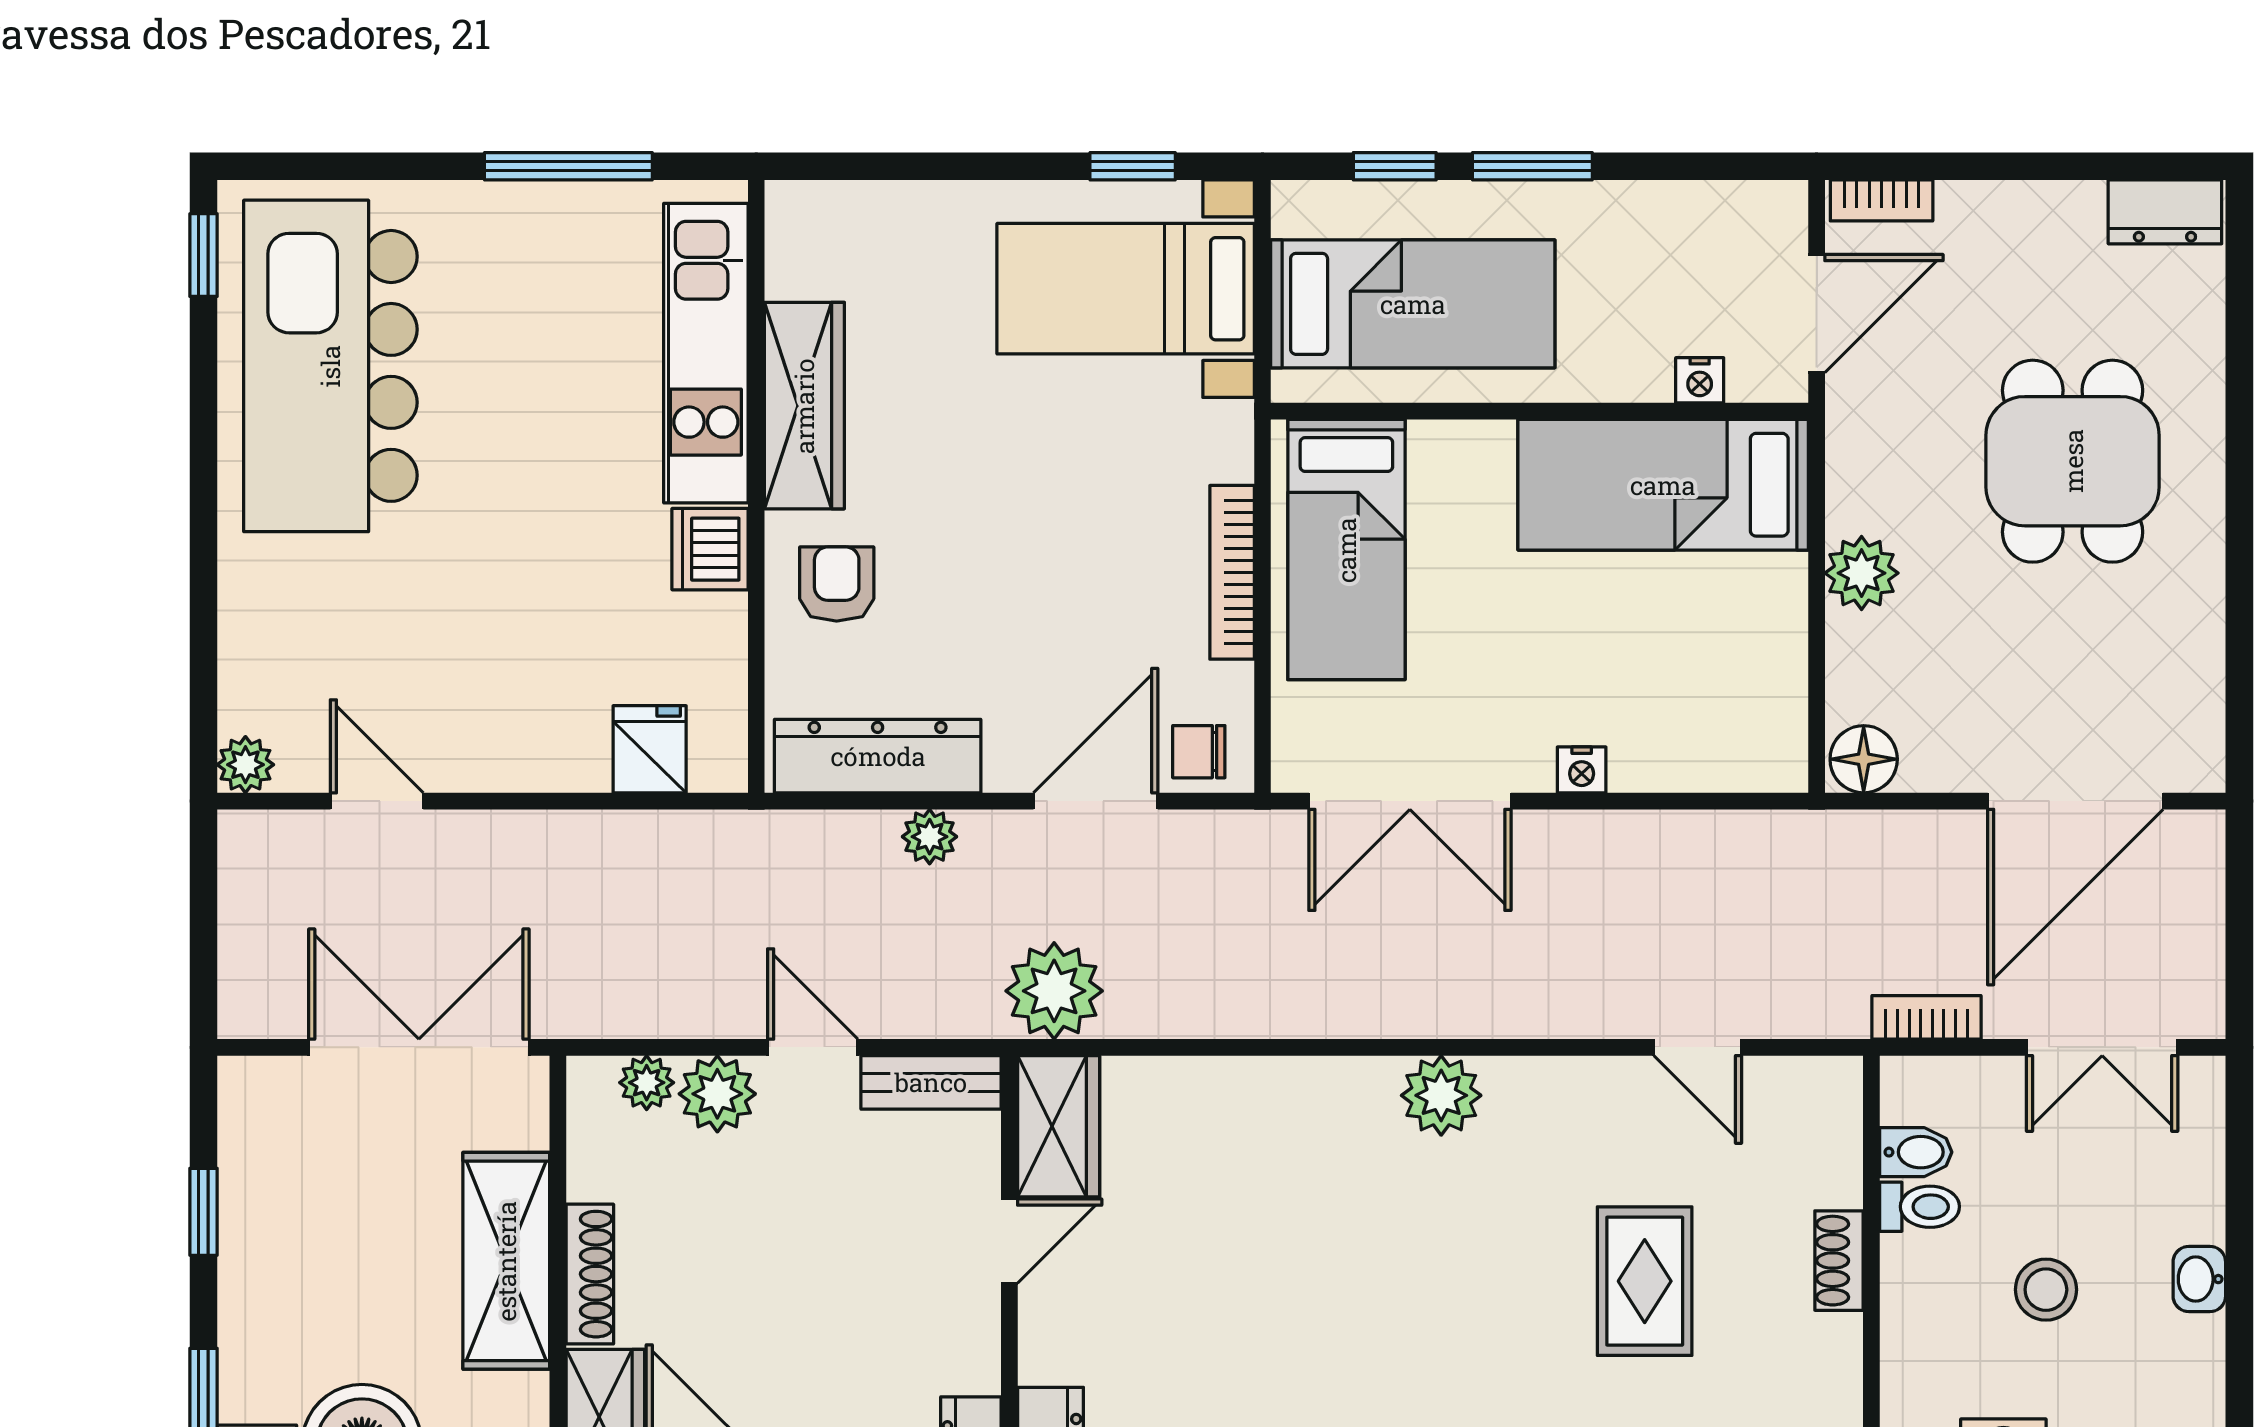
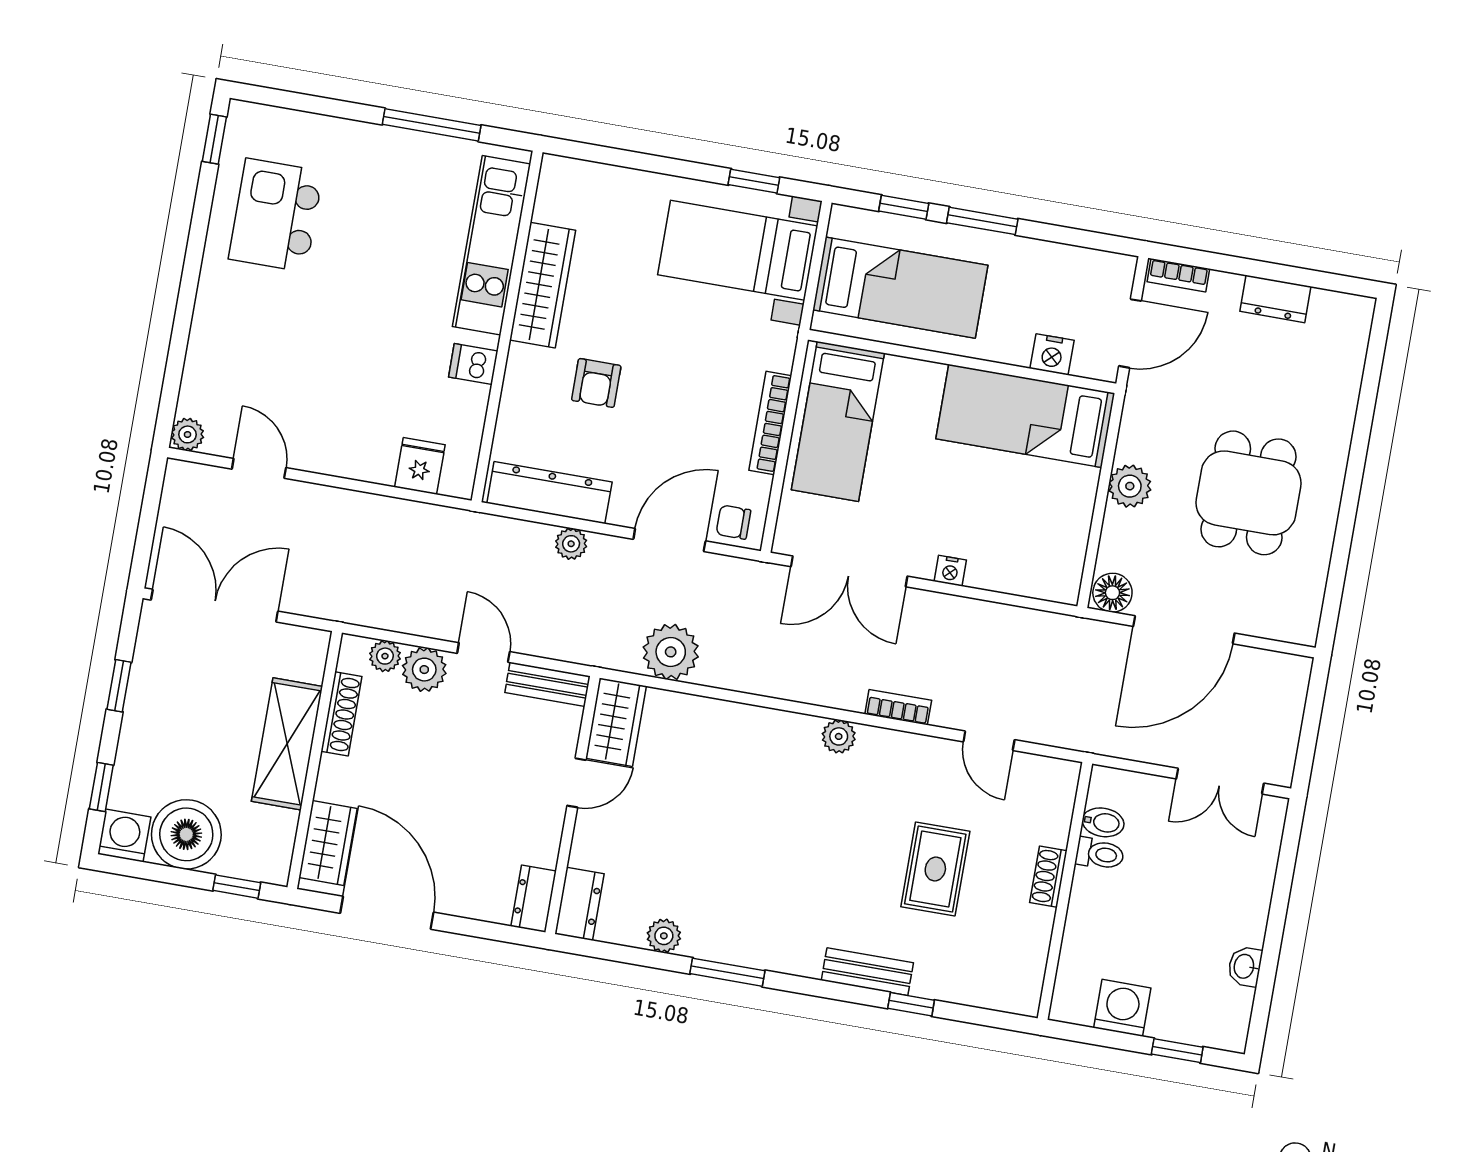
dresser: (2165, 212) -> (1275, 299), moved
kitchen island: (330, 366) -> (276, 215), width x0.54, depth x0.78
nightstand: (1700, 380) -> (1052, 354), width x1.39, depth x1.35
dining table: (2073, 461) -> (1249, 493), moved
dishwasher: (710, 549) -> (473, 364), width x0.73
armchair: (837, 584) -> (596, 383), moved, turned 180
door: (2075, 801) -> (1184, 630), moved
plant: (1054, 991) -> (671, 652), moved
bookcase: (1927, 1017) -> (898, 707), moved
double door: (419, 1047) -> (214, 606), moved
plant: (1441, 1095) -> (839, 736), width x0.73, depth x0.73
shoe rack: (590, 1274) -> (341, 714), moved
washbasin: (2199, 1279) -> (1245, 966), moved
stool: (2046, 1290) -> (1164, 914), removed

